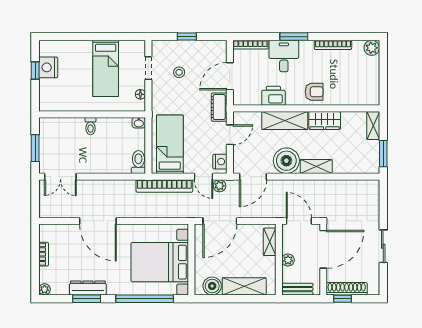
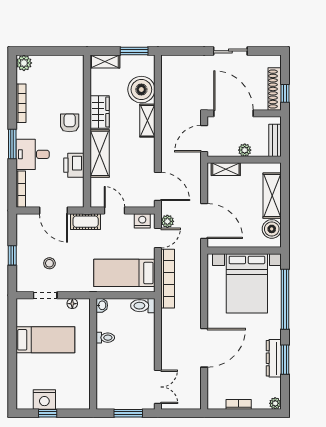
toilet: (91, 126) -> (105, 338), moved
boiler: (286, 161) -> (141, 90), moved

